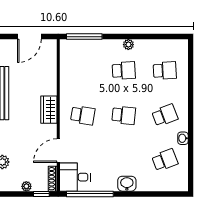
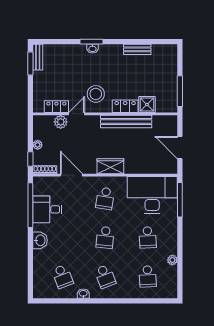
plant: (128, 45) -> (172, 260), moved
desk: (79, 66) -> (152, 195), added
desk: (75, 177) -> (47, 209), moved, turned -90

